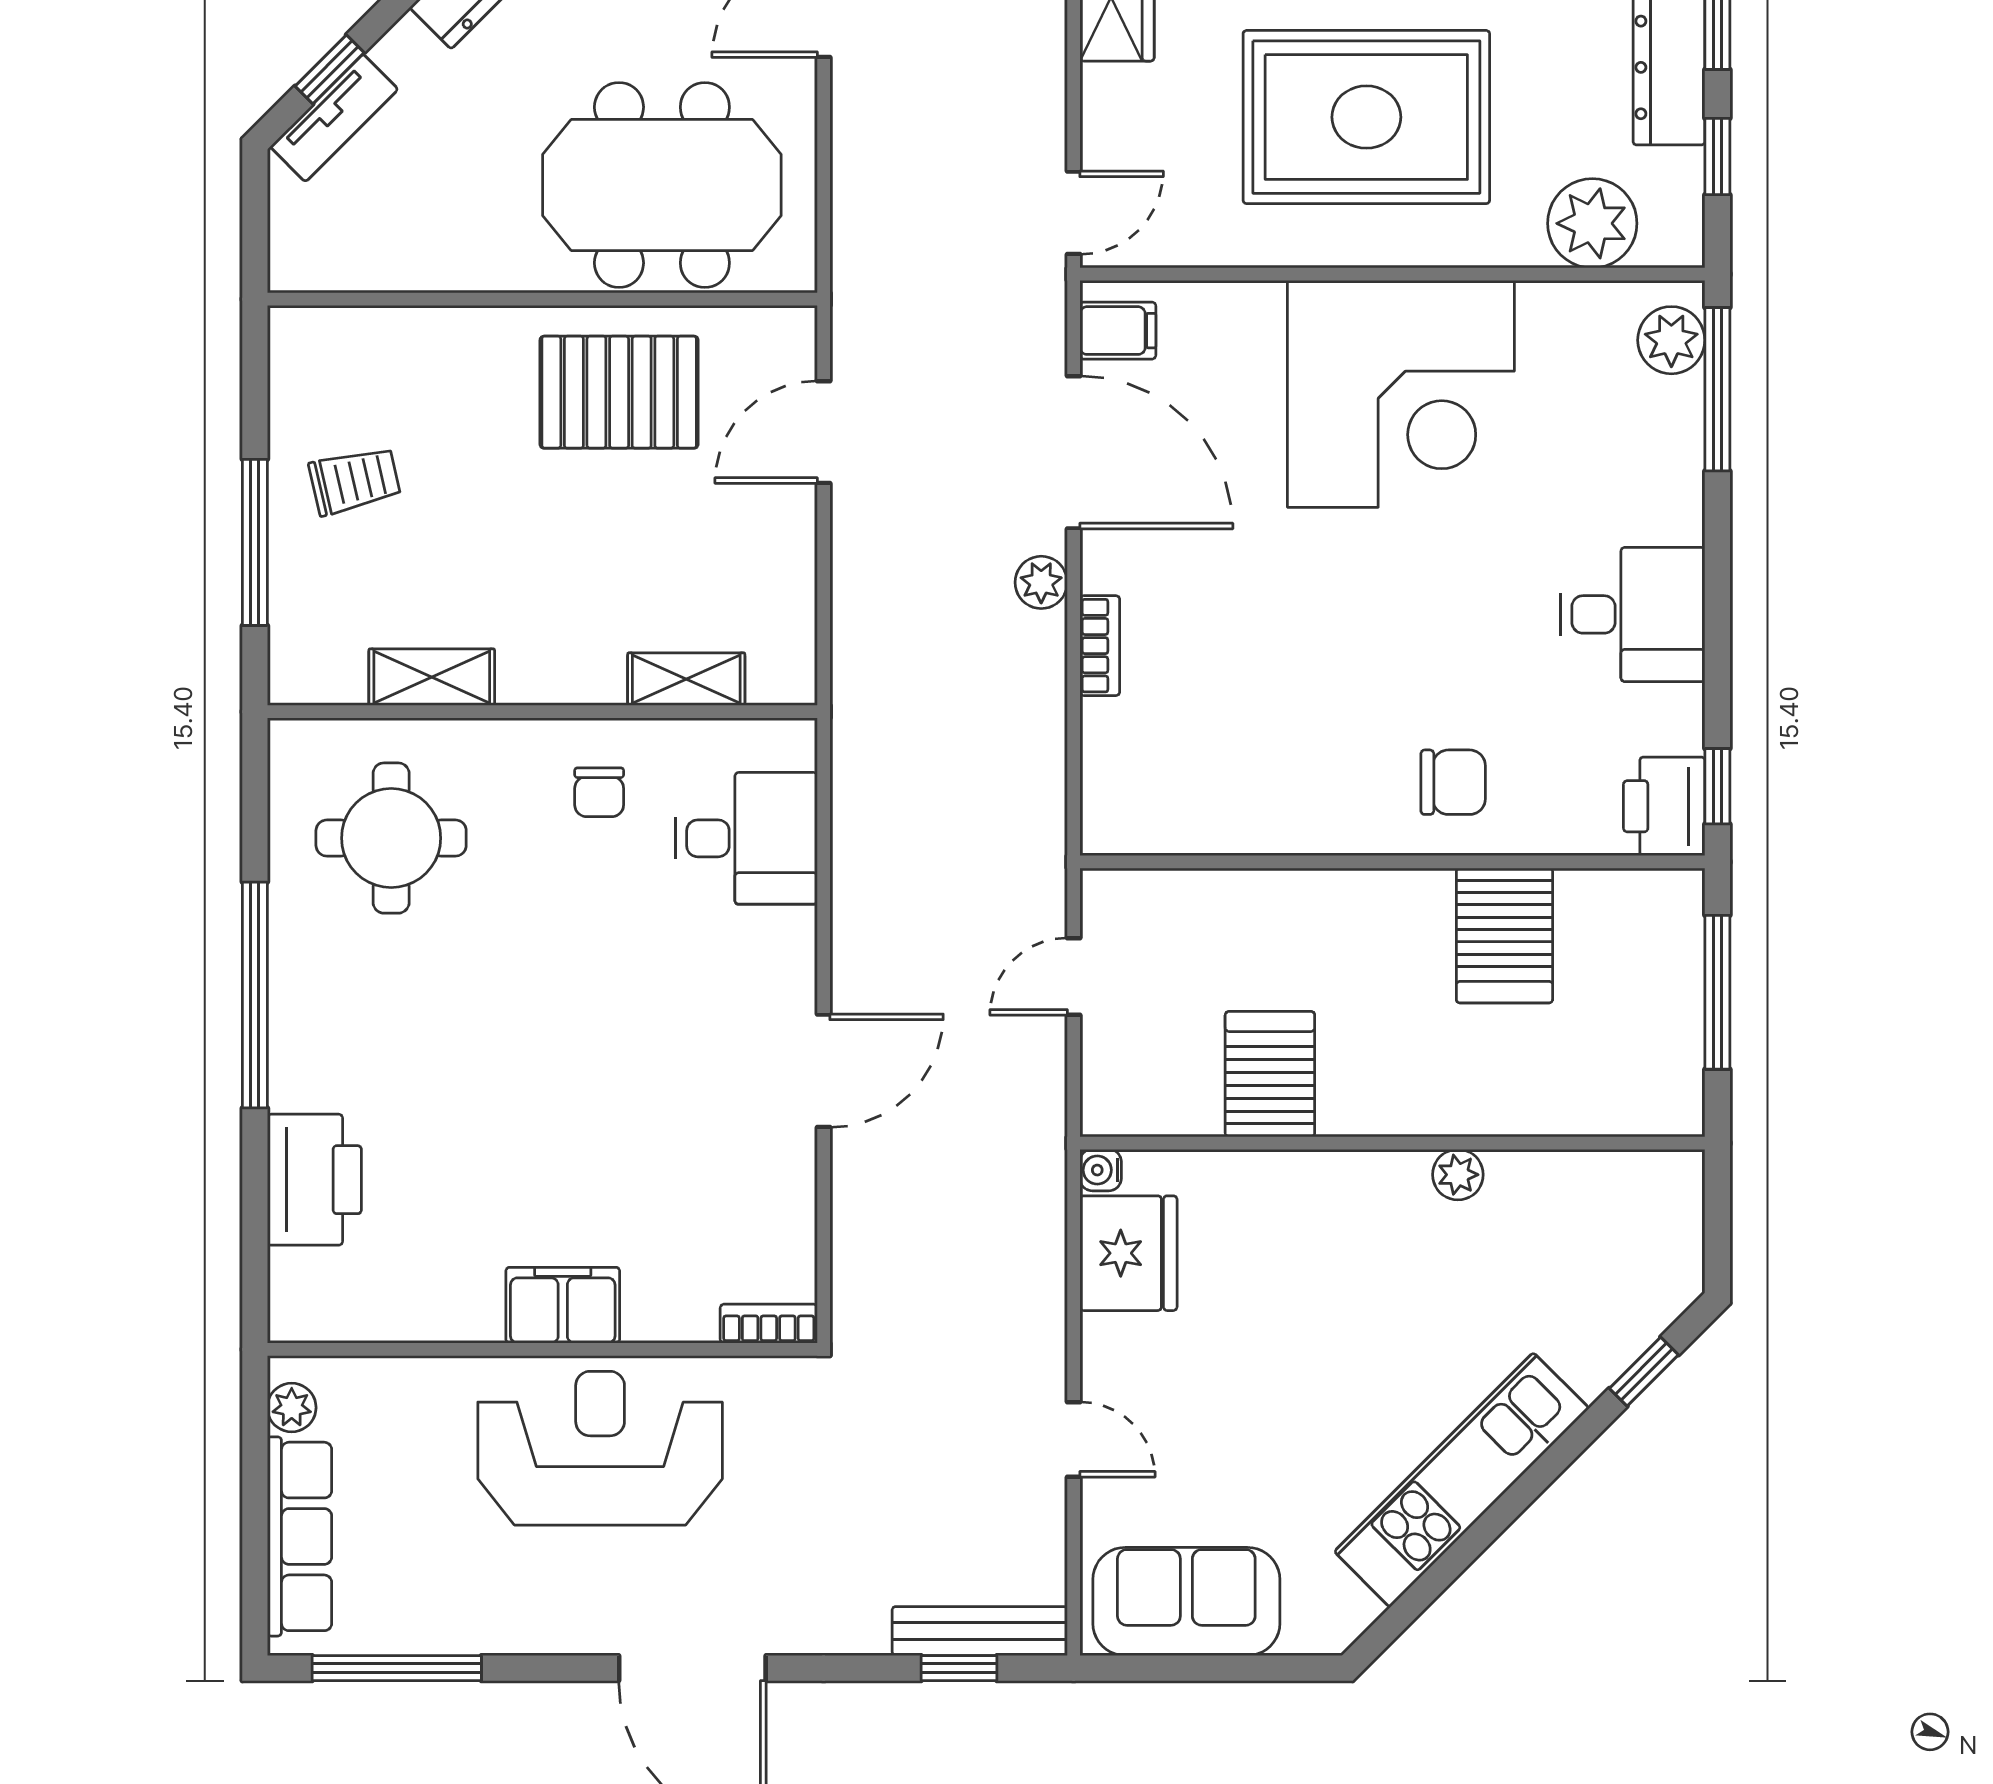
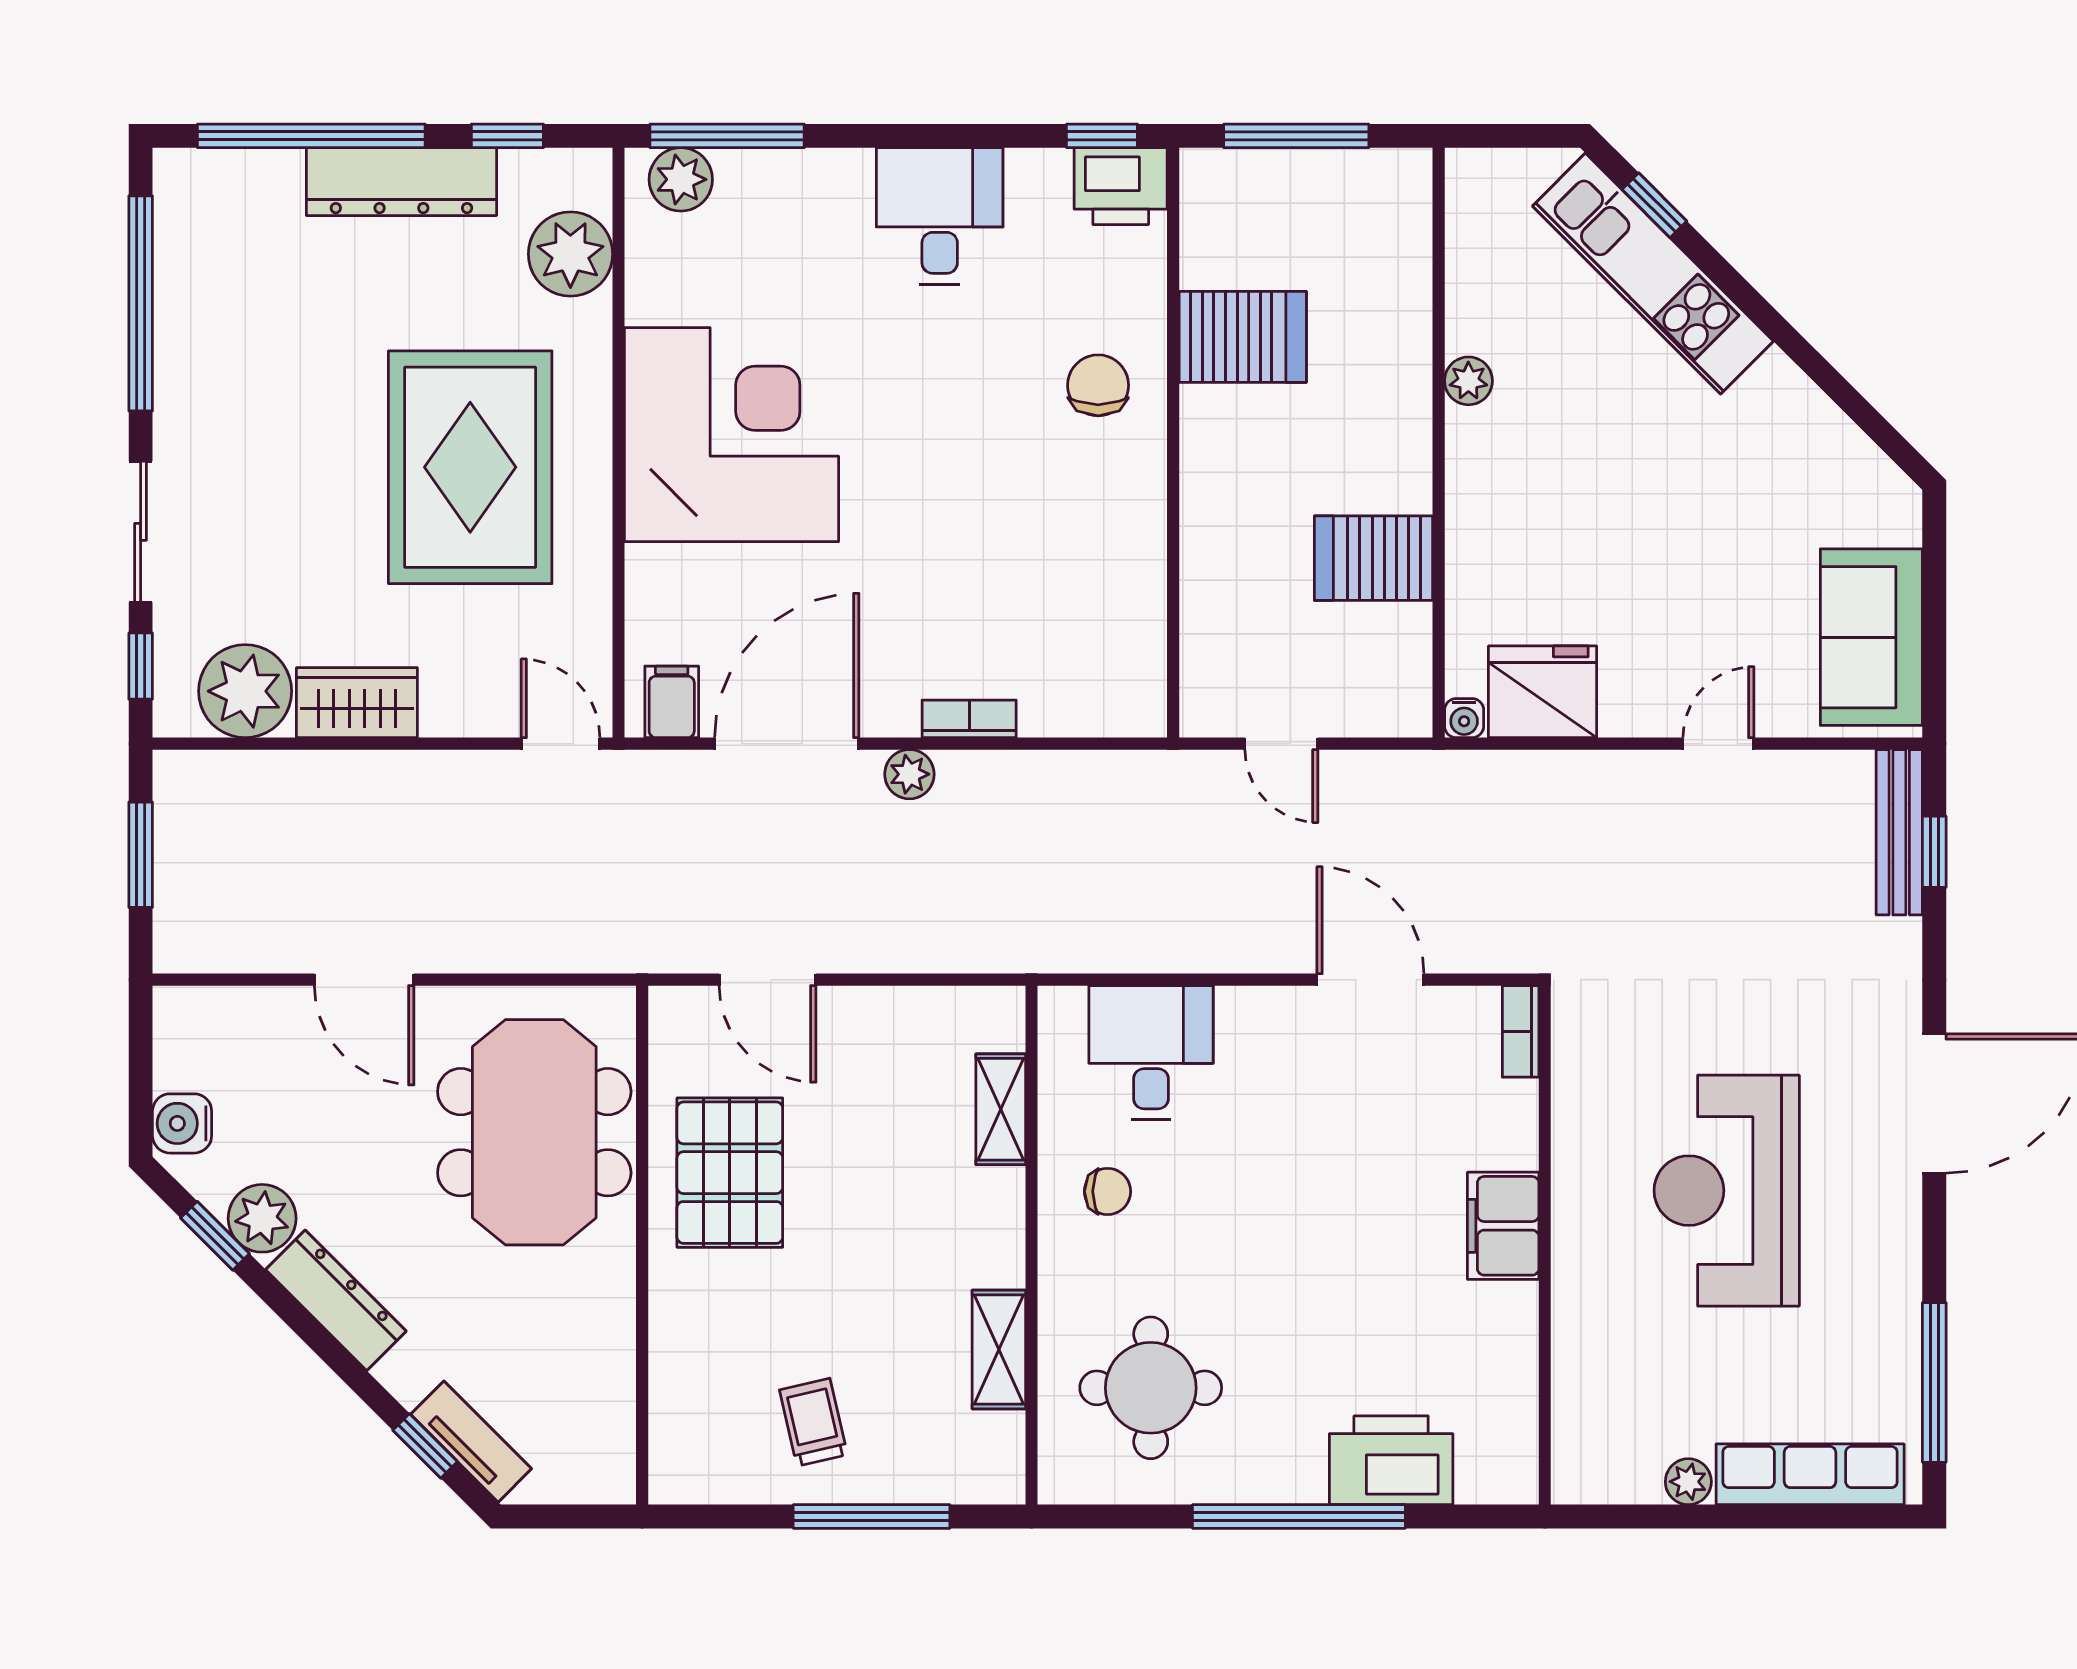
printer: (314, 1180) -> (1391, 1460), moved
filing cabinet: (563, 1305) -> (1503, 1226), moved
bookcase: (769, 1324) -> (1521, 1031), moved
wall: (542, 1349) -> (1545, 1245), moved
kitchen unit: (1462, 1480) -> (1653, 274), moved

